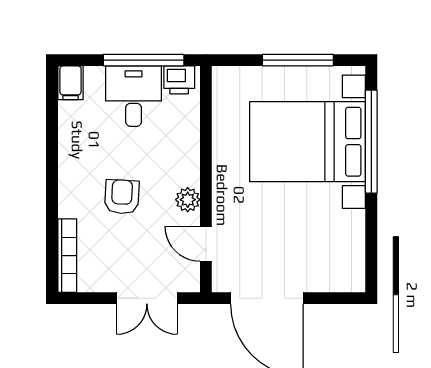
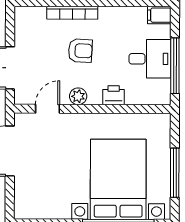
printer: (179, 80) -> (114, 95), moved, turned 90
bookcase: (67, 256) -> (72, 13), moved

